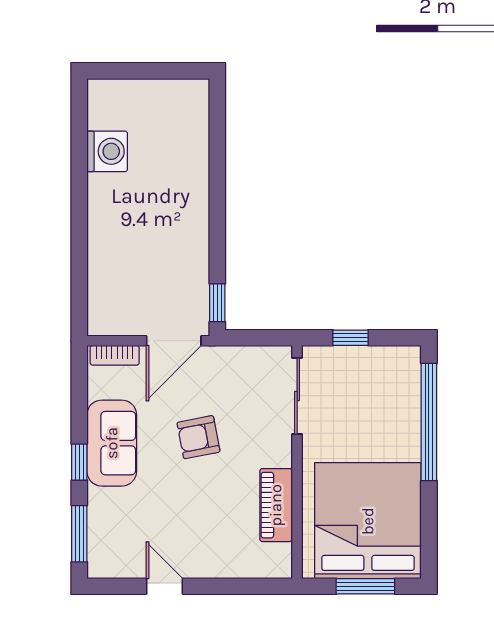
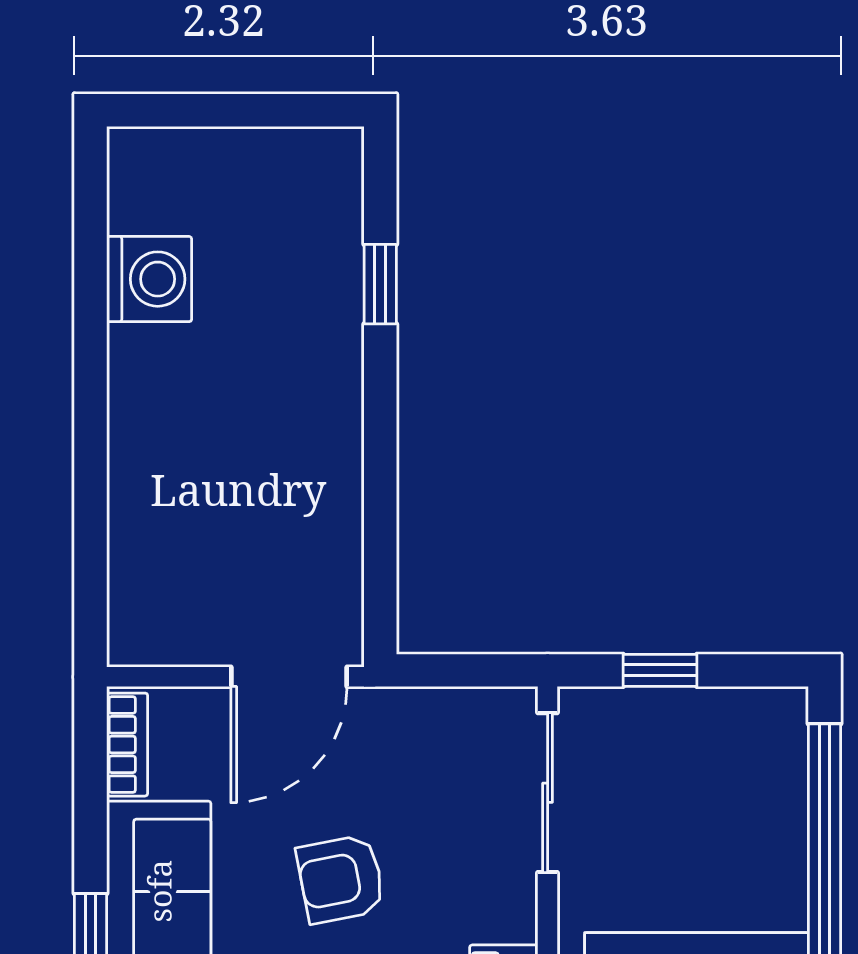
window: (217, 303) -> (380, 284), moved
bookcase: (115, 355) -> (127, 745), moved, turned -90

